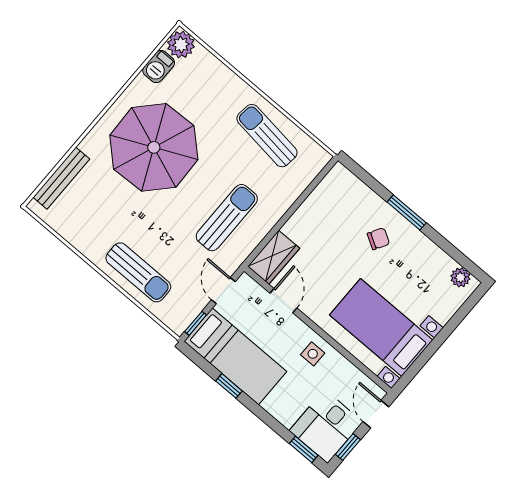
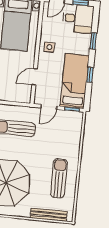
wardrobe: (274, 257) -> (18, 95), removed
sun lounger: (138, 272) -> (59, 178), moved
window: (304, 449) -> (93, 41), moved

